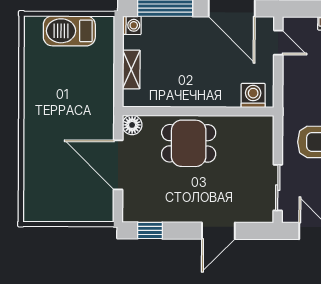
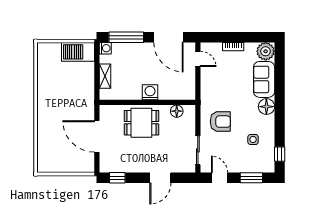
barbecue: (69, 31) -> (78, 52), moved
washing machine: (253, 95) -> (150, 92), moved
floor lamp: (132, 125) -> (177, 111), moved

